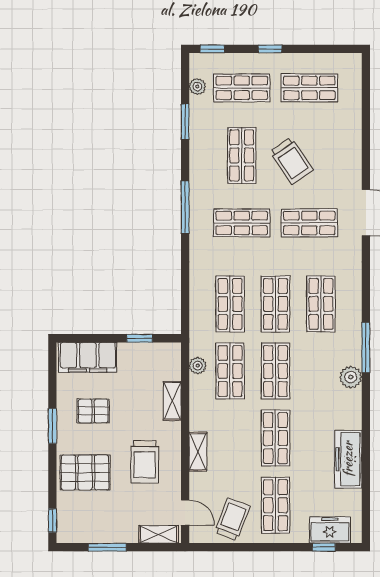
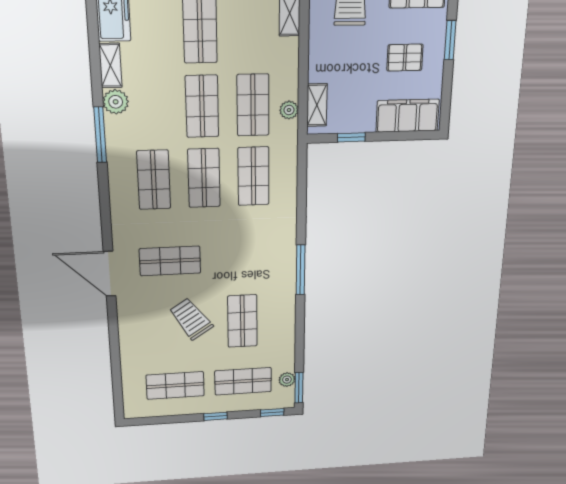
window: (185, 122) -> (299, 388), moved
shop shelf: (242, 223) -> (242, 258), removed
shelving: (172, 401) -> (317, 105), moved
shelving: (353, 409) -> (110, 65), added

